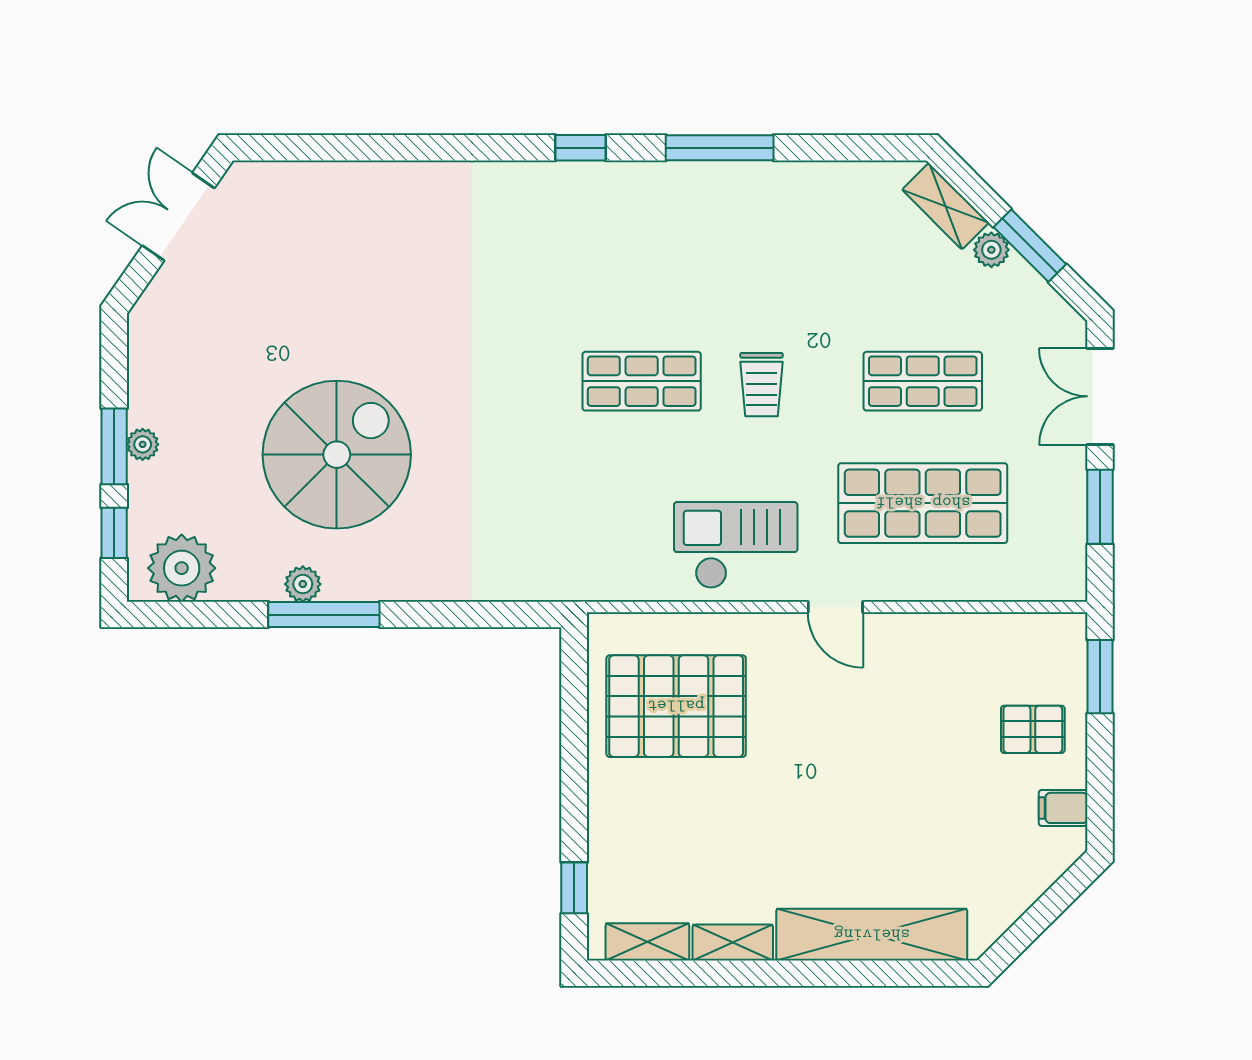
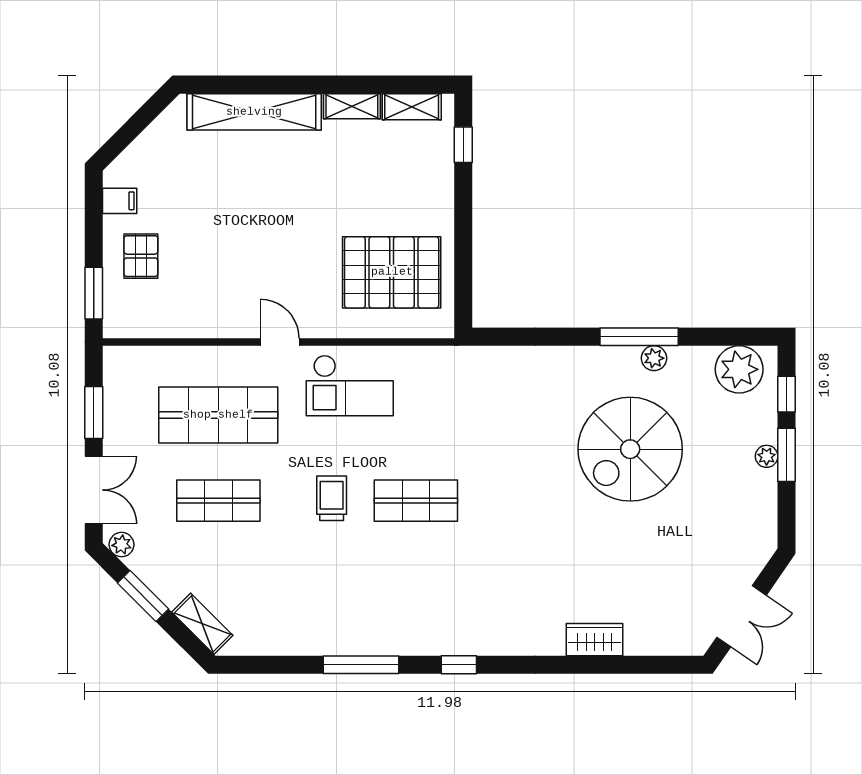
wardrobe: (387, 184) -> (595, 640), added
plant: (991, 250) -> (122, 545), moved
pallet: (1033, 729) -> (141, 256), turned 90

